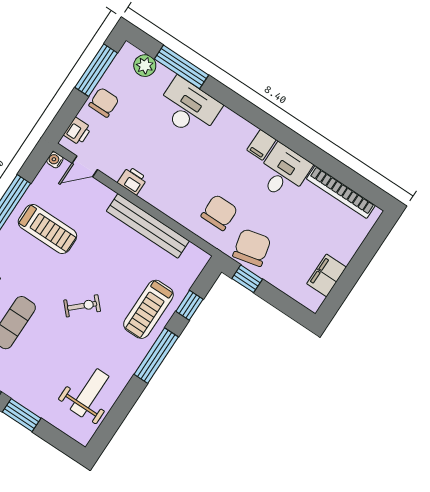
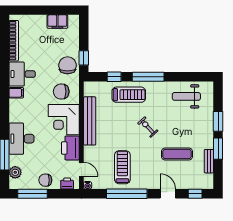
printer: (132, 181) -> (70, 148), width x1.87, depth x1.48
corner desk: (175, 189) -> (64, 120), added
chair: (252, 248) -> (68, 65), turned 103

